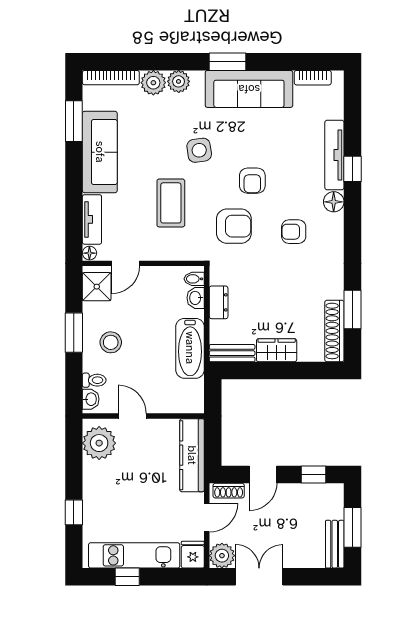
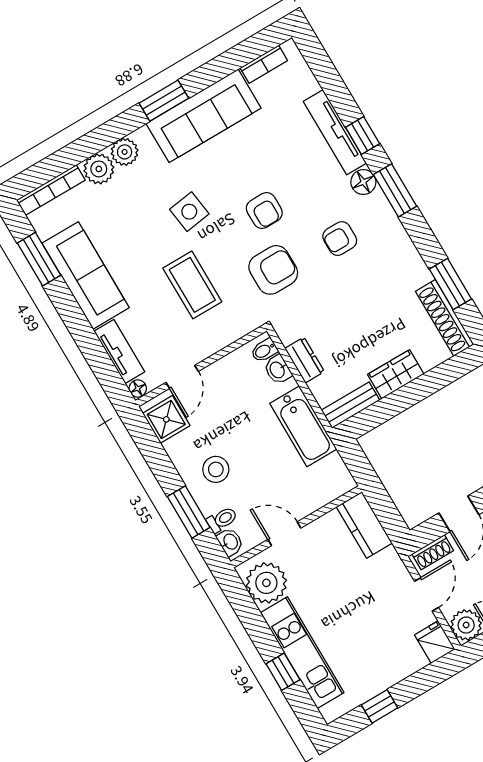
window: (352, 221) -> (395, 190), added
window: (74, 333) -> (189, 512), moved
kitchen counter: (192, 455) -> (364, 525), width x0.67
kitchen unit: (134, 555) -> (302, 653), moved, turned 90

